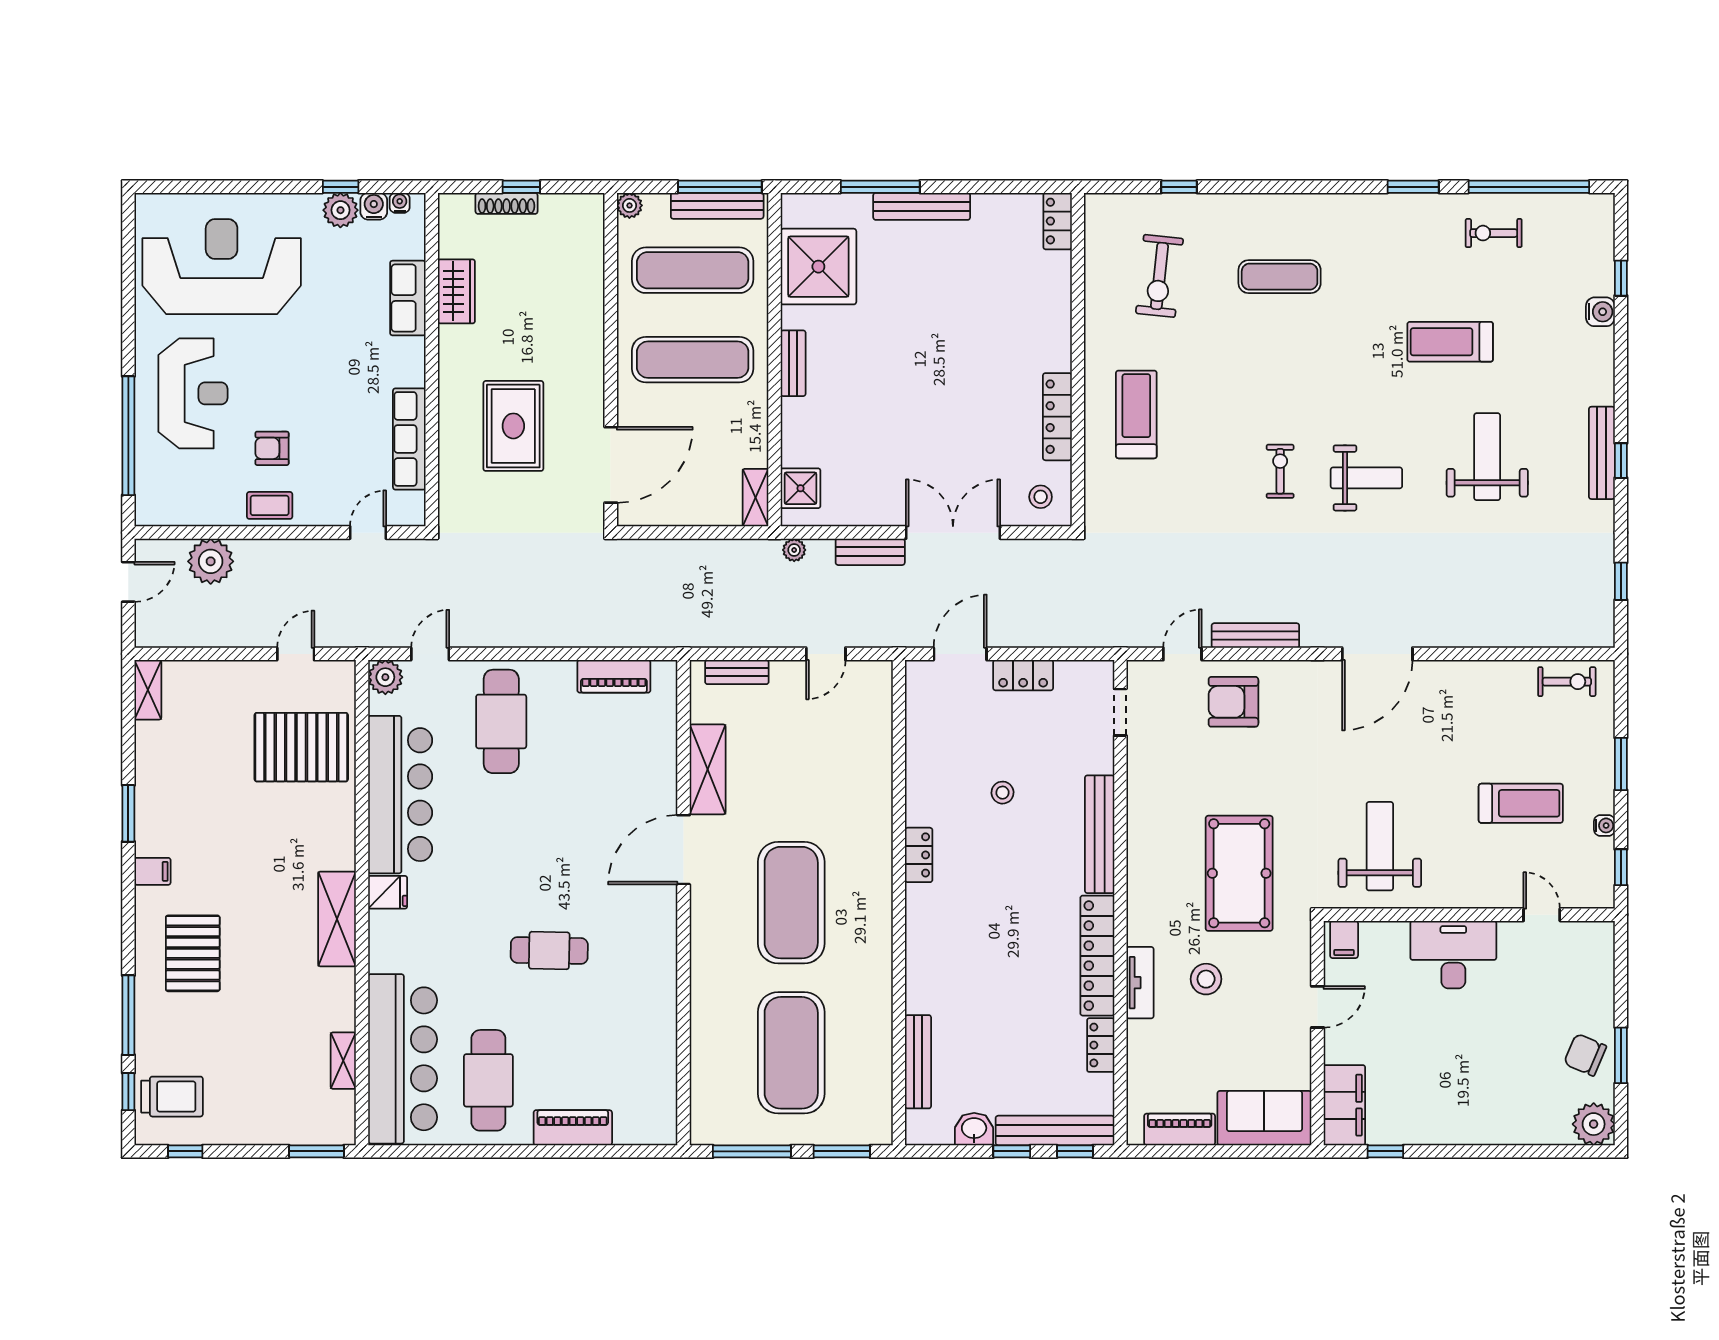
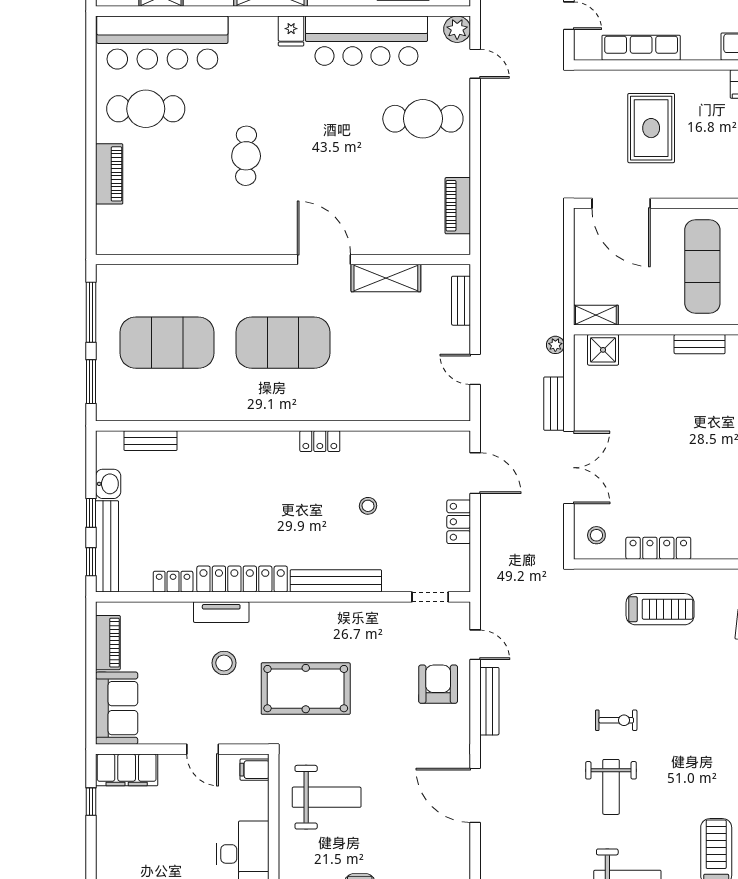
rug: (513, 426) -> (651, 128), turned 90
bench: (918, 1062) -> (151, 441), width x0.73

